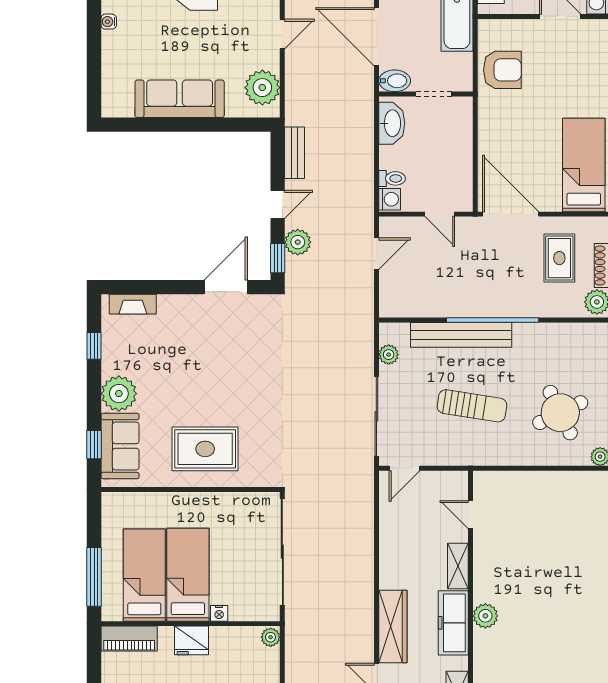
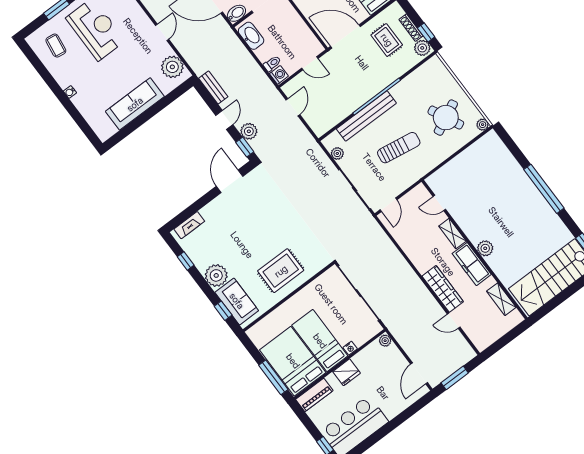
bed: (144, 575) -> (293, 361), width x1.50

